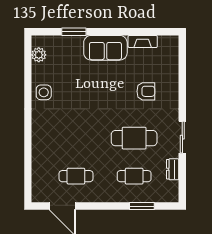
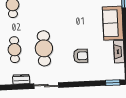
window: (182, 51) -> (113, 83), added
armchair: (146, 91) -> (81, 56), turned -90

